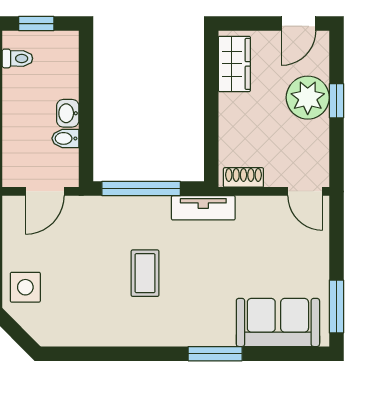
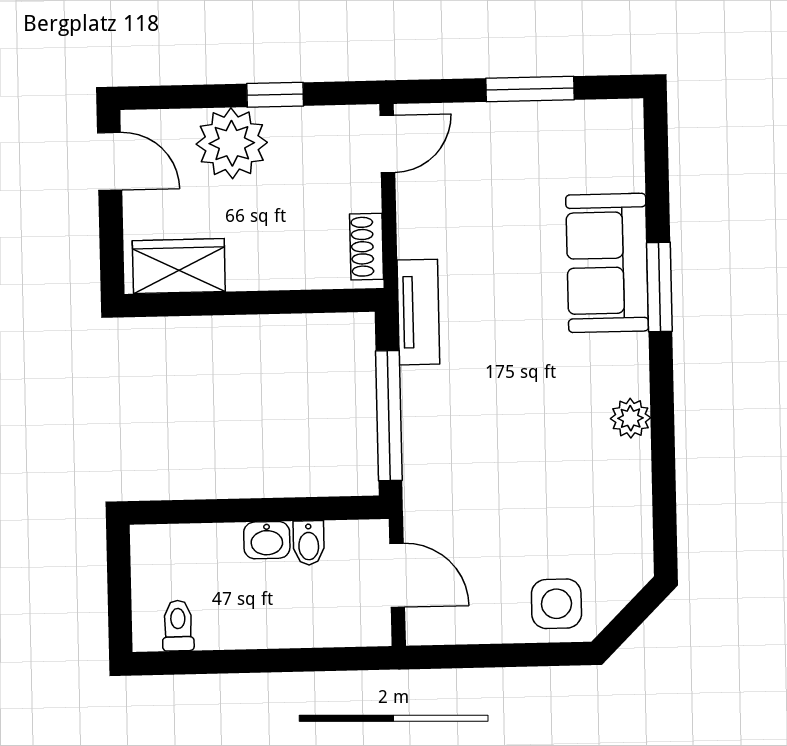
window: (36, 24) -> (119, 596), removed
window: (336, 101) -> (275, 95), moved
coffee table: (145, 273) -> (529, 406), removed
window: (336, 306) -> (530, 89), moved
sofa: (278, 322) -> (607, 263), moved
plant: (136, 334) -> (631, 418), added

